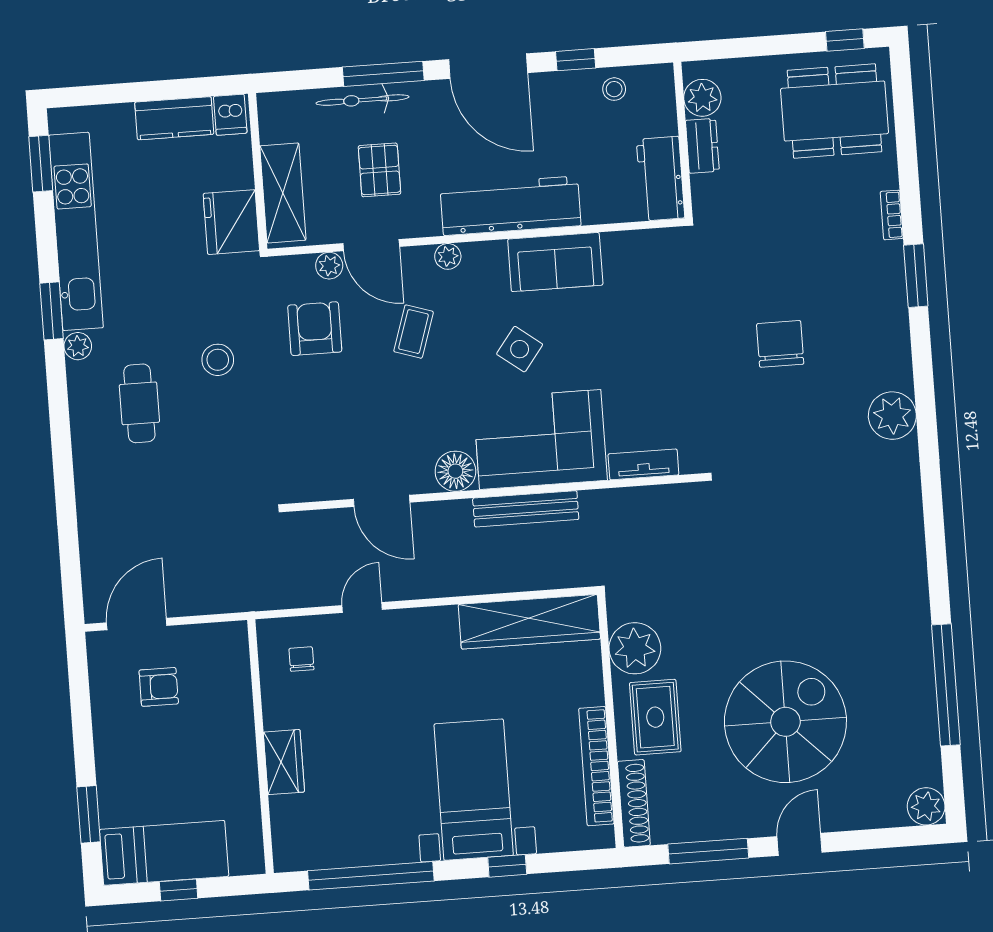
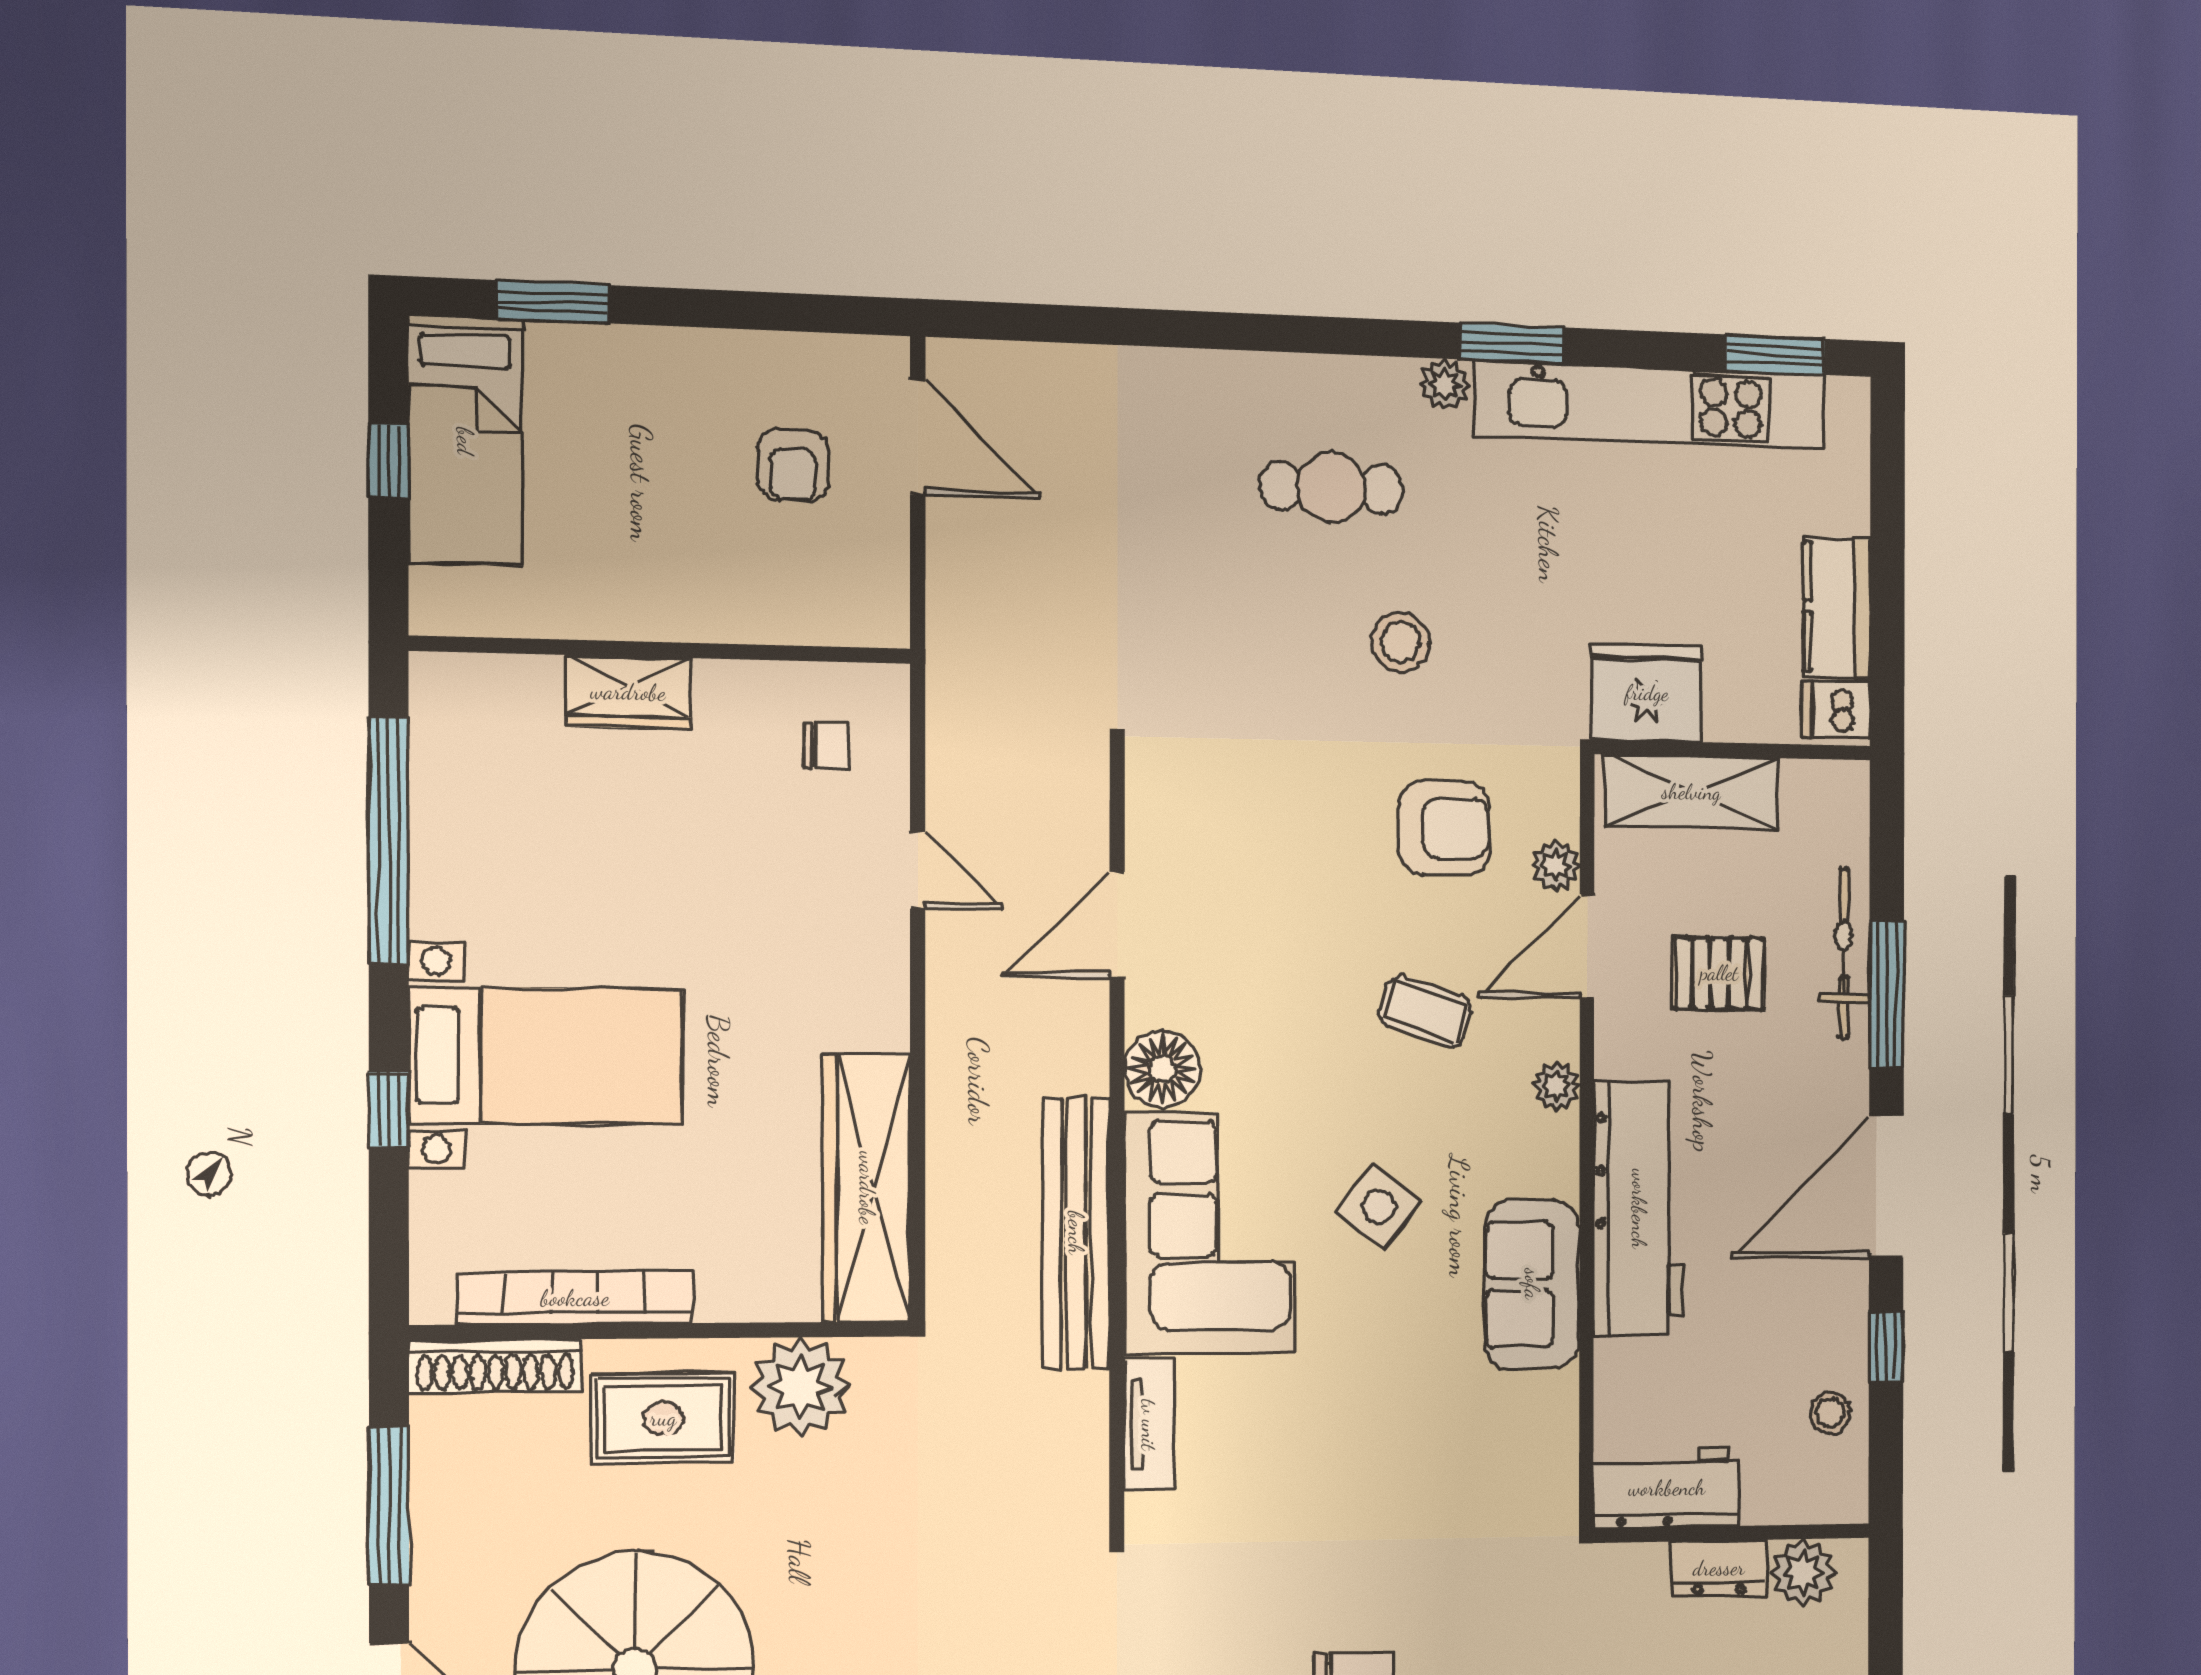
bench: (526, 509) -> (1076, 1233), width x1.37, depth x1.21

